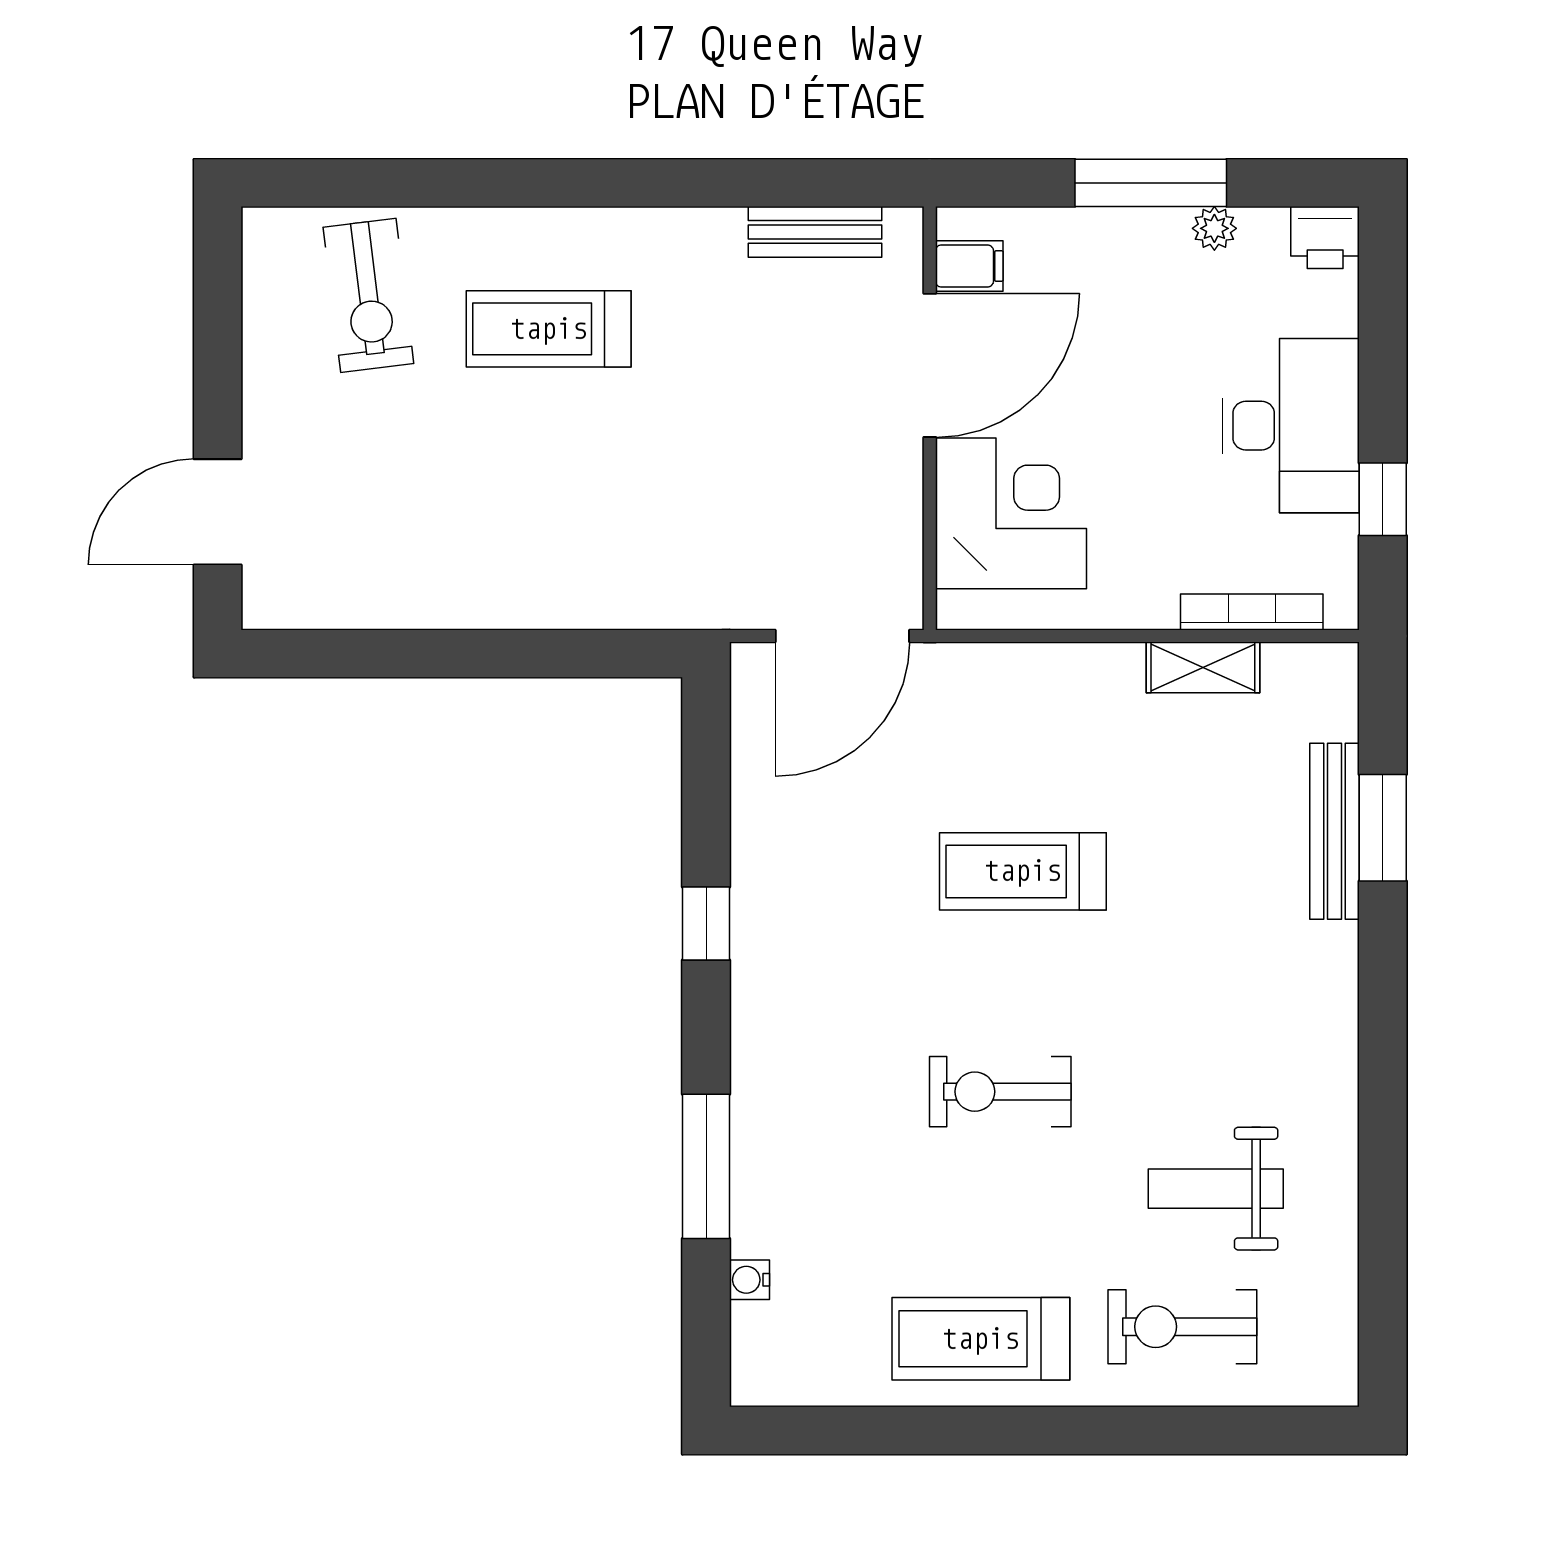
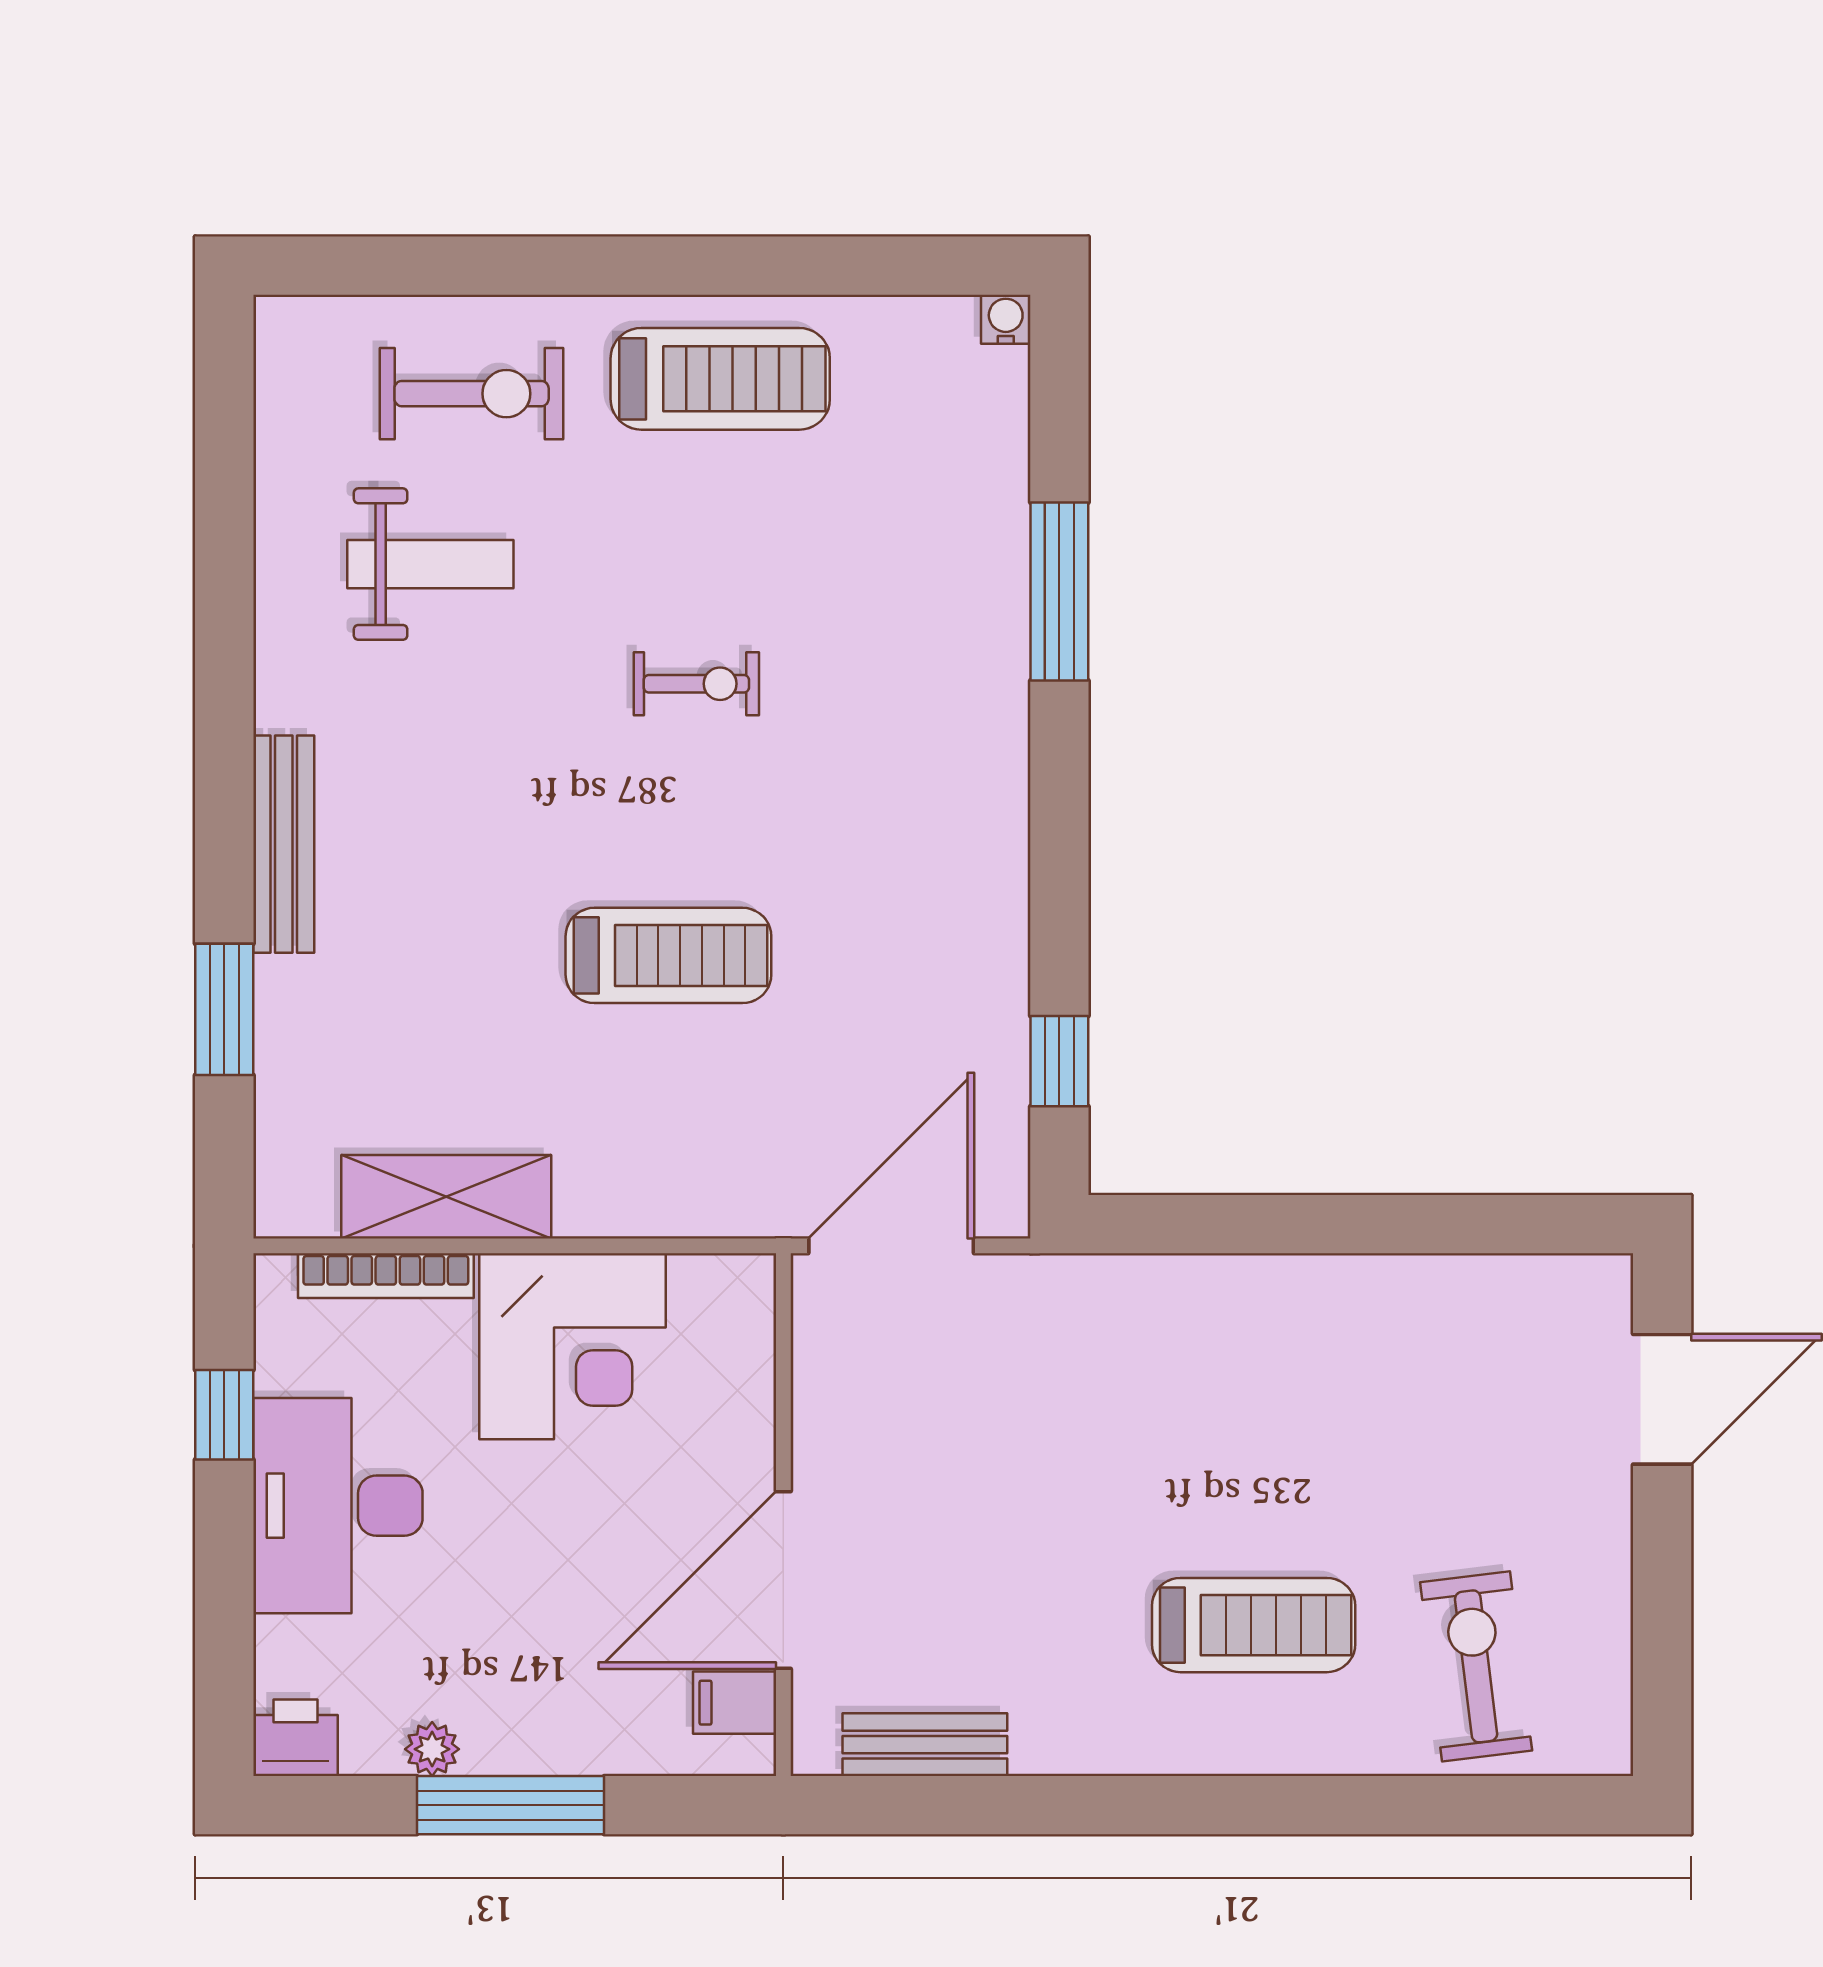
corner desk: (1011, 513) -> (572, 1346), moved, turned -90
shelving: (1203, 667) -> (446, 1197), width x1.50, depth x1.33
bench: (1335, 831) -> (284, 844), moved
window: (706, 923) -> (1059, 1061), moved
exercise bike: (1000, 1092) -> (696, 684), width x0.73, depth x0.72
water cooler: (749, 1280) -> (1006, 319), moved, turned -90

